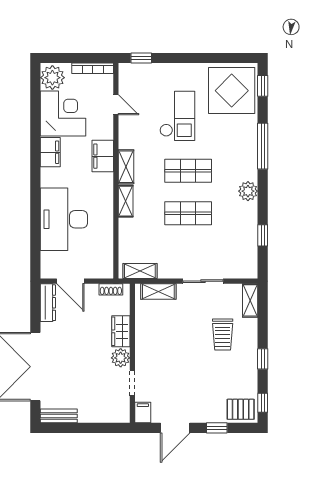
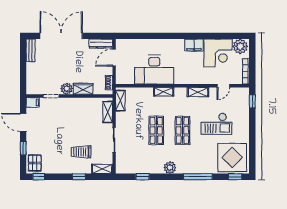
filing cabinet: (103, 156) -> (192, 78), removed
shelving: (126, 167) -> (198, 92), moved
desk: (64, 219) -> (154, 70), moved, turned 180
window: (263, 359) -> (79, 177), moved

